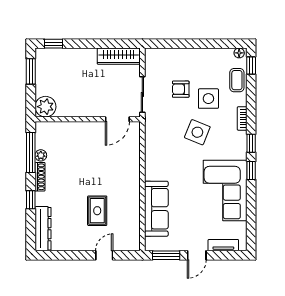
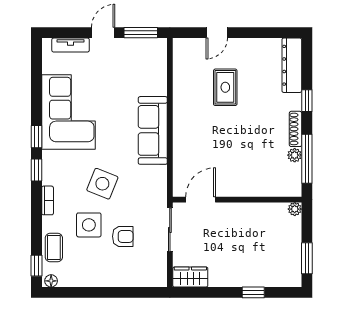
window: (53, 44) -> (253, 292), moved
wardrobe: (119, 56) -> (190, 277), width x0.67
plant: (45, 107) -> (295, 209), width x0.53, depth x0.53
sofa: (156, 209) -> (153, 130), moved

